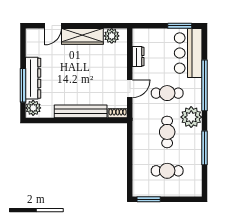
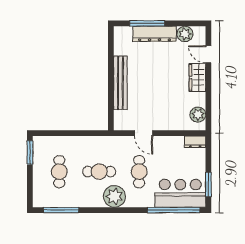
wardrobe: (82, 36) -> (197, 77), width x0.67
dresser: (138, 57) -> (195, 142), moved
window: (205, 85) -> (174, 210), moved
plant: (33, 108) -> (185, 34), moved
shoe rack: (118, 113) -> (118, 121), removed
window: (205, 148) -> (61, 210), moved

